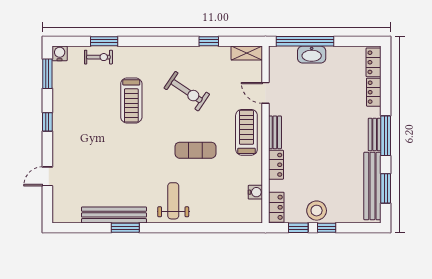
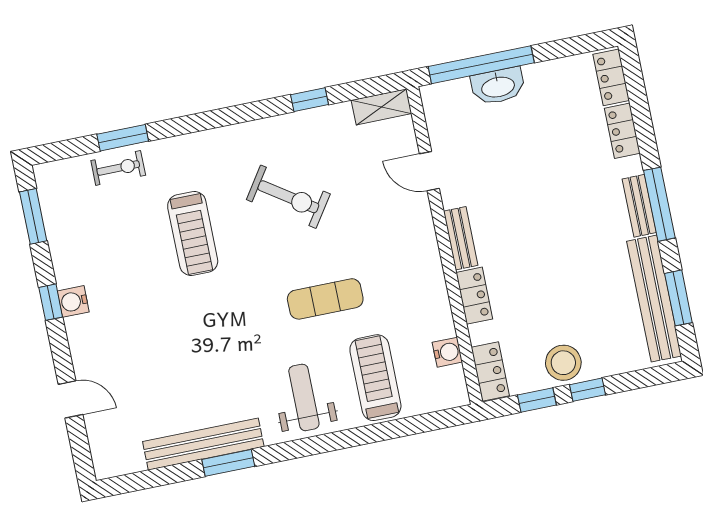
water cooler: (60, 53) -> (73, 301), moved, turned -90
treadmill: (246, 132) -> (375, 378), moved
door: (47, 176) -> (70, 399), swing flipped

